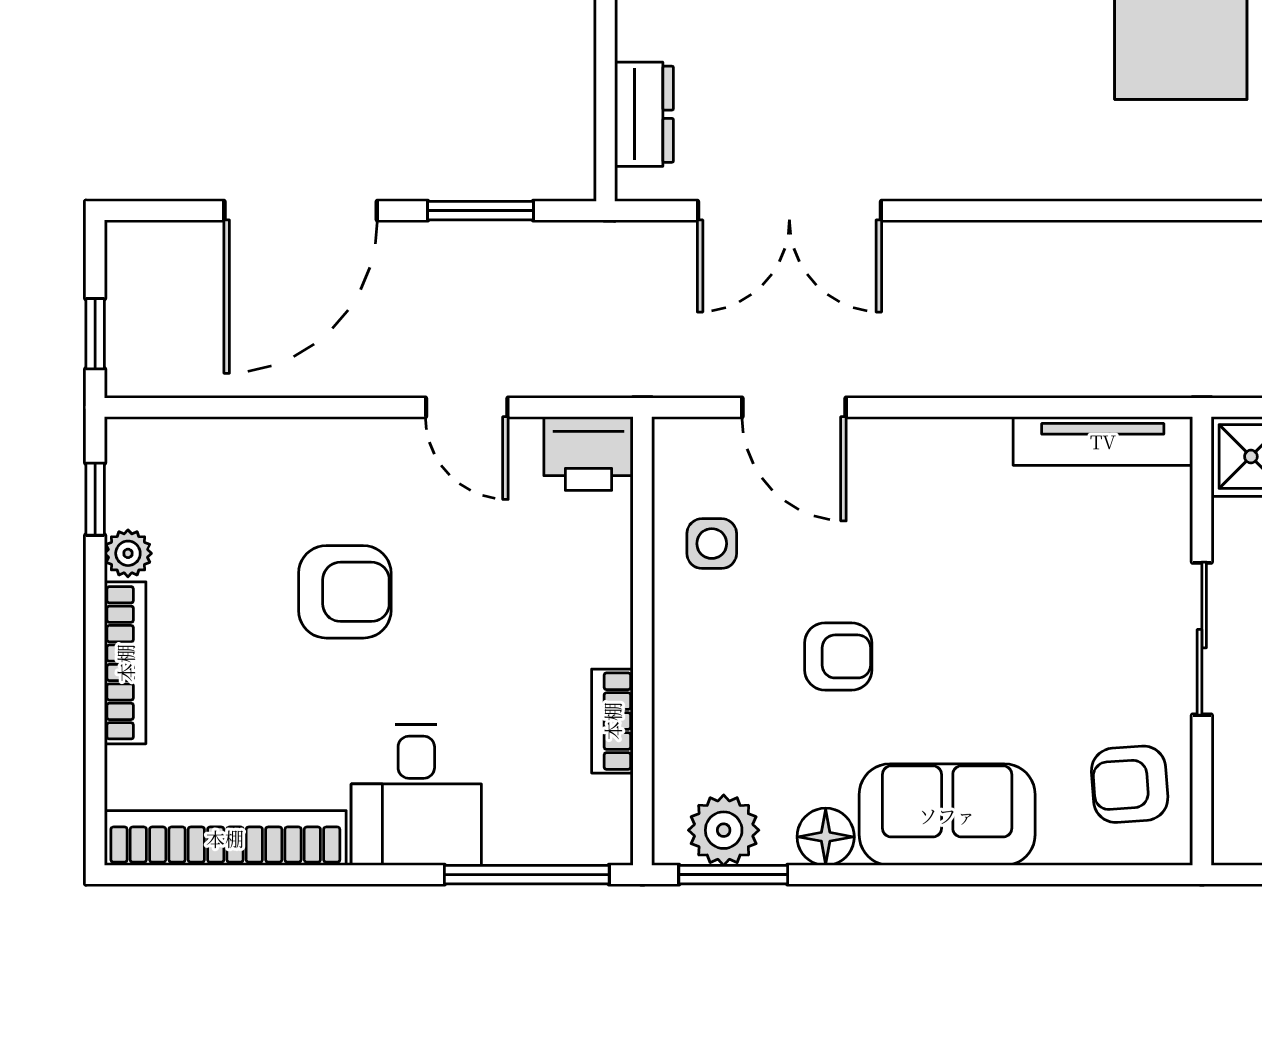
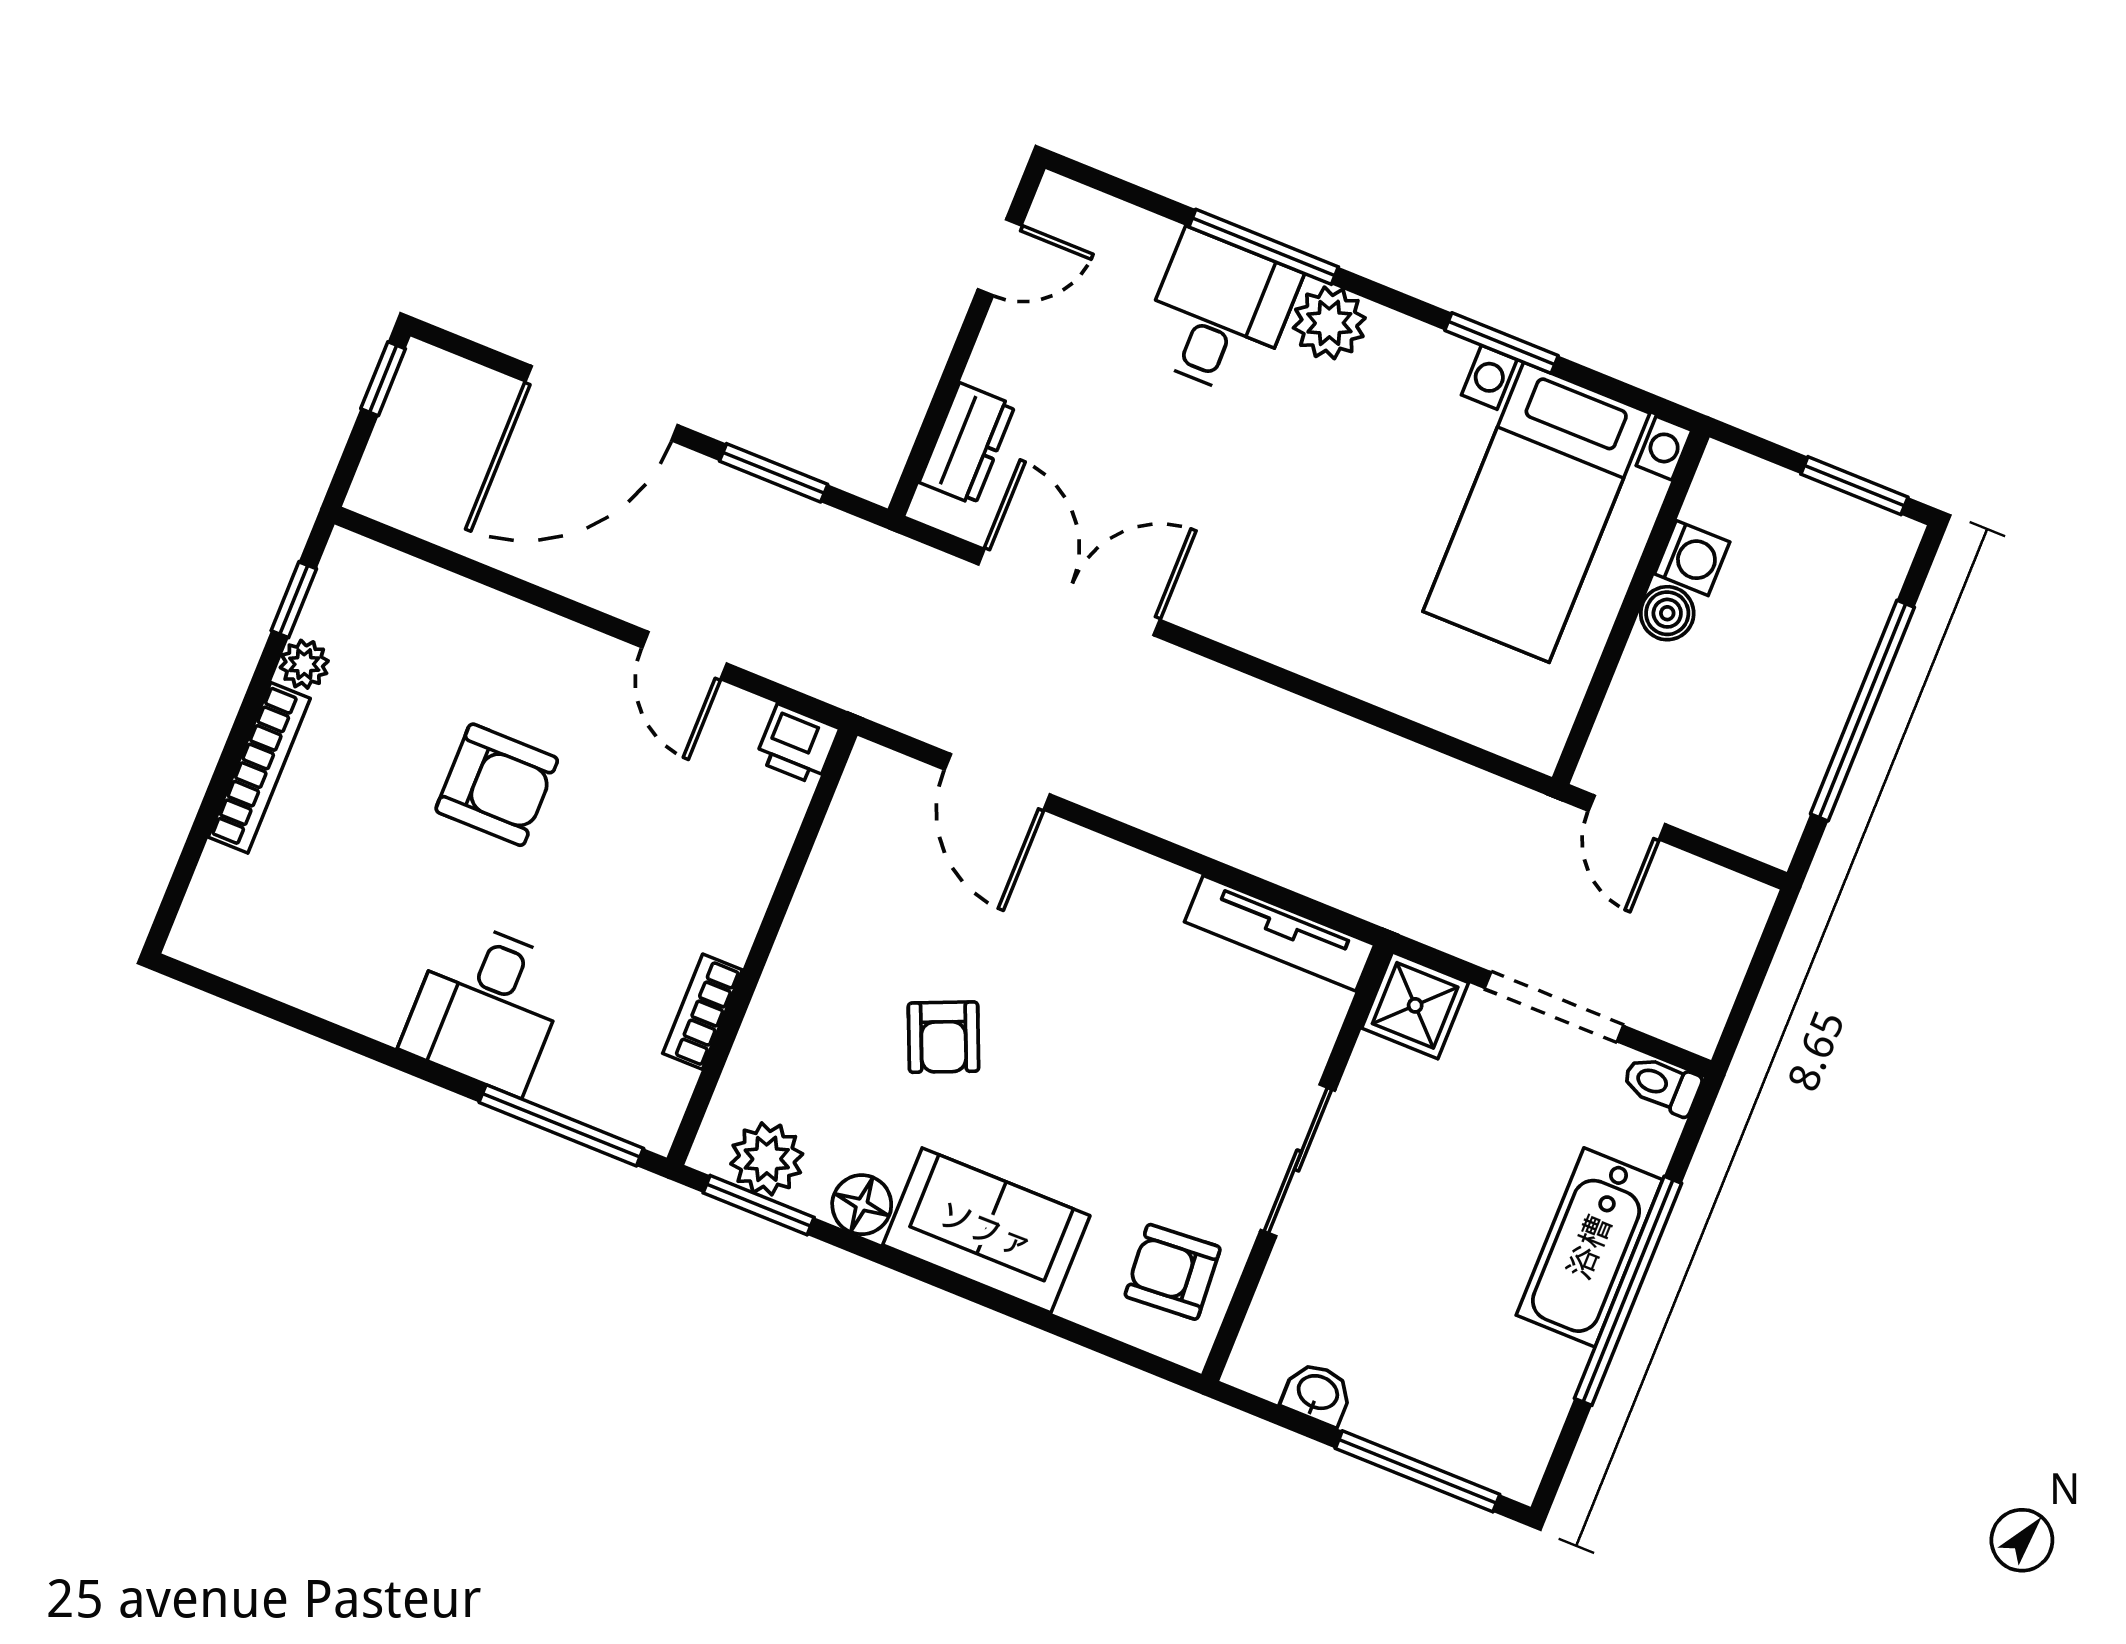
double door: (789, 211) -> (1069, 592), swing flipped
window: (95, 334) -> (383, 379), moved
printer: (588, 454) -> (797, 744), width x0.73, depth x0.81
side table: (712, 544) -> (866, 880), removed
armchair: (838, 656) -> (943, 1037), turned 67
bookcase: (225, 838) -> (287, 974), removed

